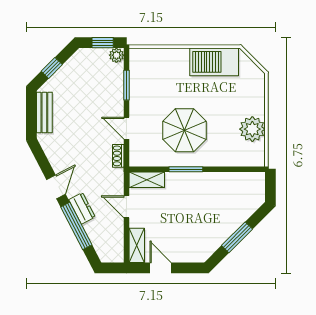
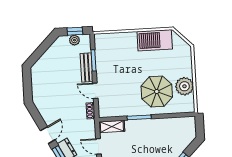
plant: (116, 55) -> (74, 40), moved
window: (52, 68) -> (40, 51), removed
bench: (44, 113) -> (87, 68), moved
parasol: (184, 130) -> (157, 91), moved

